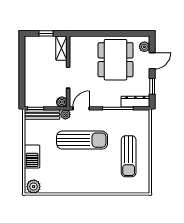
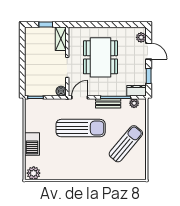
dining table: (116, 60) -> (100, 57), moved
door: (152, 61) -> (149, 51), hinge flipped
dresser: (135, 102) -> (137, 91), width x0.70
plant: (65, 114) -> (134, 103), moved
bench: (42, 115) -> (108, 103), moved, width x0.73
sun lounger: (129, 156) -> (126, 144), turned -140

